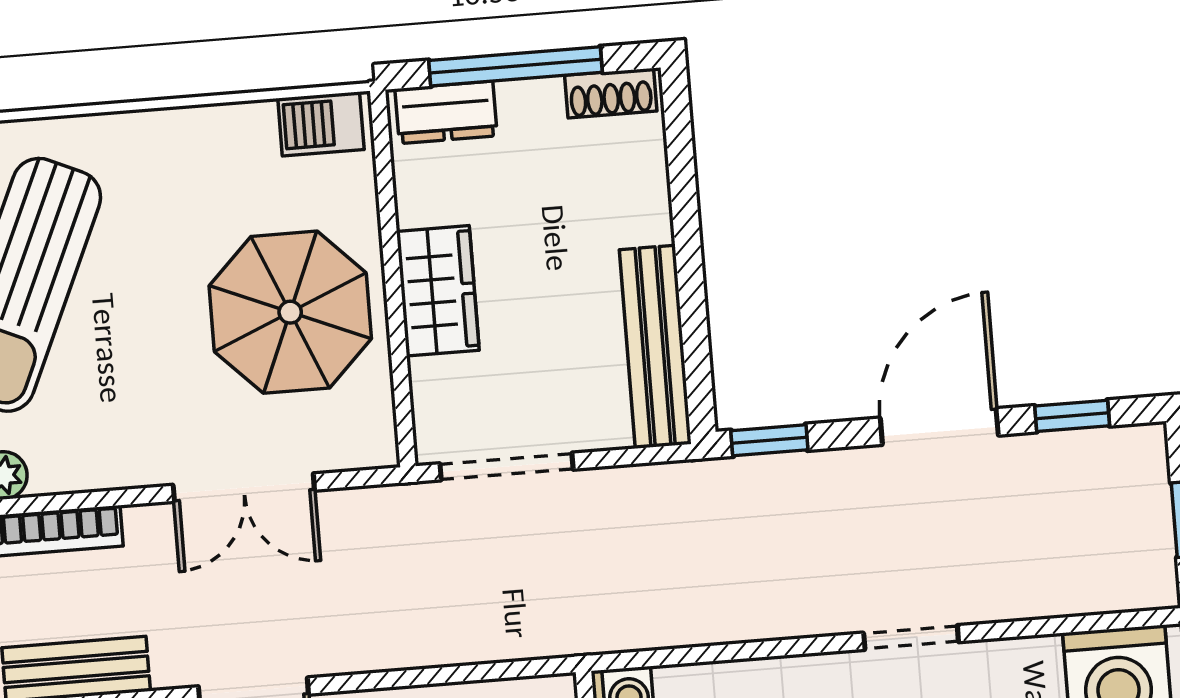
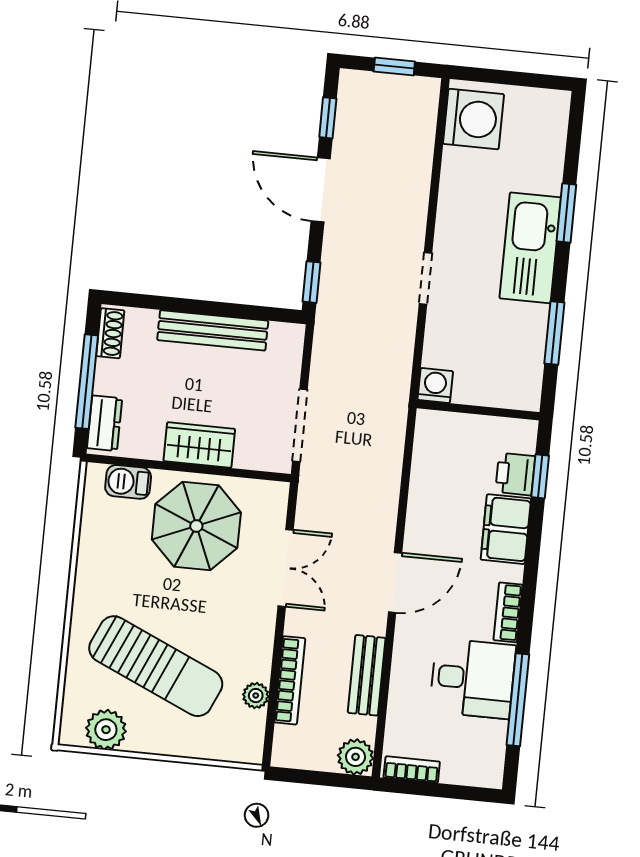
barbecue: (321, 124) -> (128, 482), moved, turned 90
bench: (655, 347) -> (213, 330), moved
doorway: (911, 637) -> (425, 278), moved

